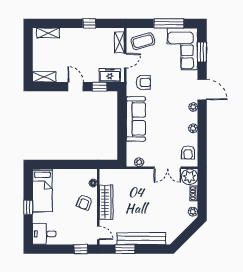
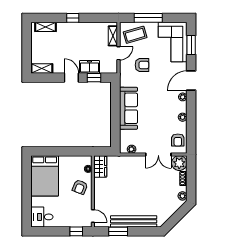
window: (89, 23) -> (73, 18), moved
window: (169, 23) -> (148, 18), moved
freezer: (110, 75) -> (89, 67), moved
armchair: (143, 82) -> (142, 65), moved
door: (202, 90) -> (191, 81), swing flipped
bed: (42, 190) -> (45, 176), width x1.50
wardrobe: (106, 202) -> (100, 166), moved, width x0.67
window: (28, 207) -> (27, 192), removed

